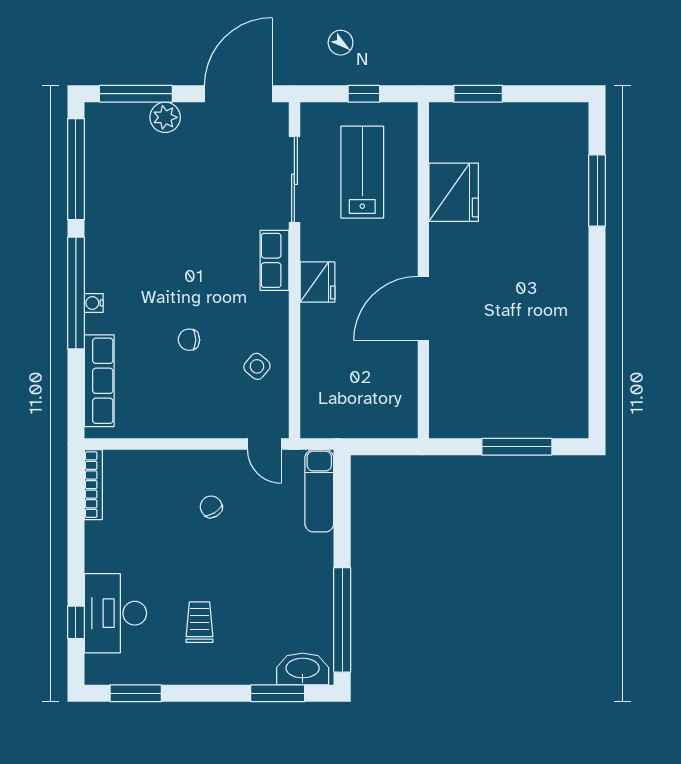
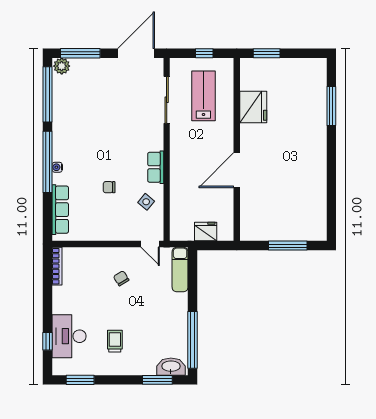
plant: (165, 117) -> (62, 66), moved
row of seats: (275, 260) -> (156, 167), moved
fridge: (317, 282) -> (206, 232), moved, turned -90

